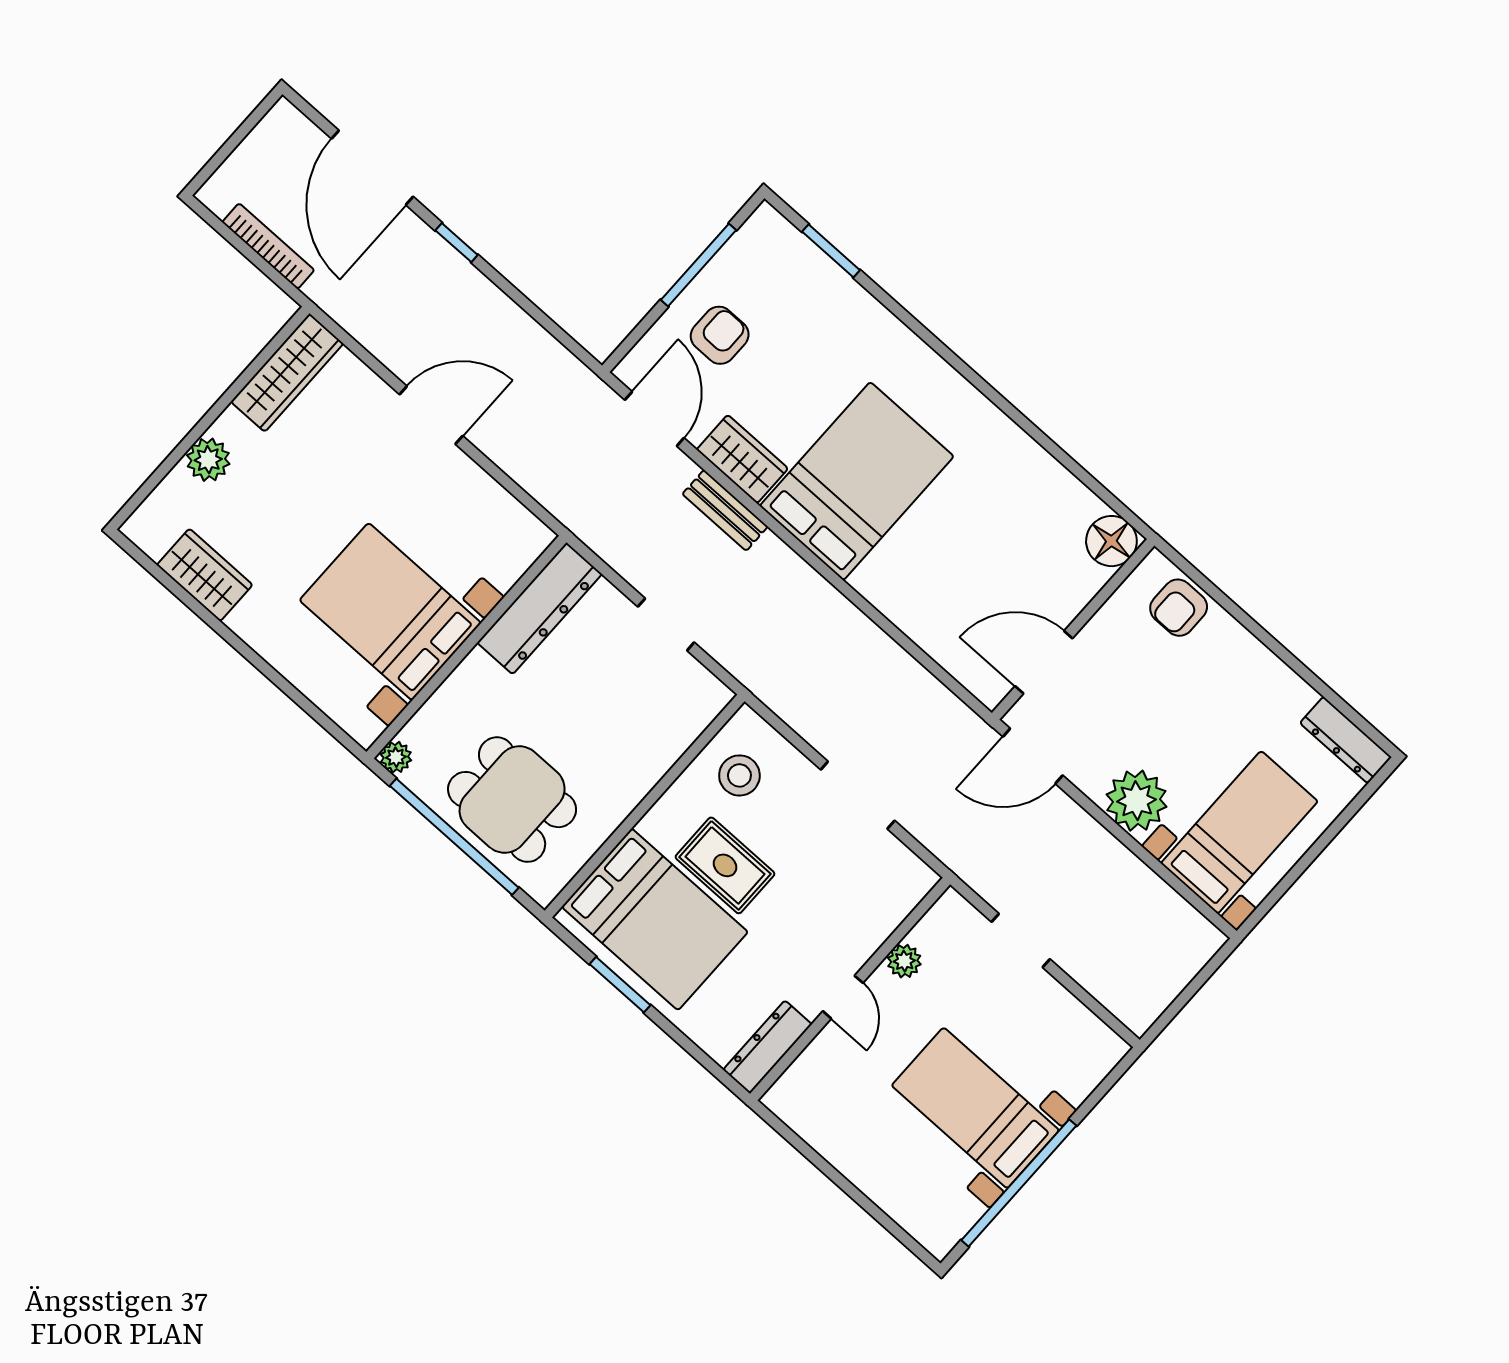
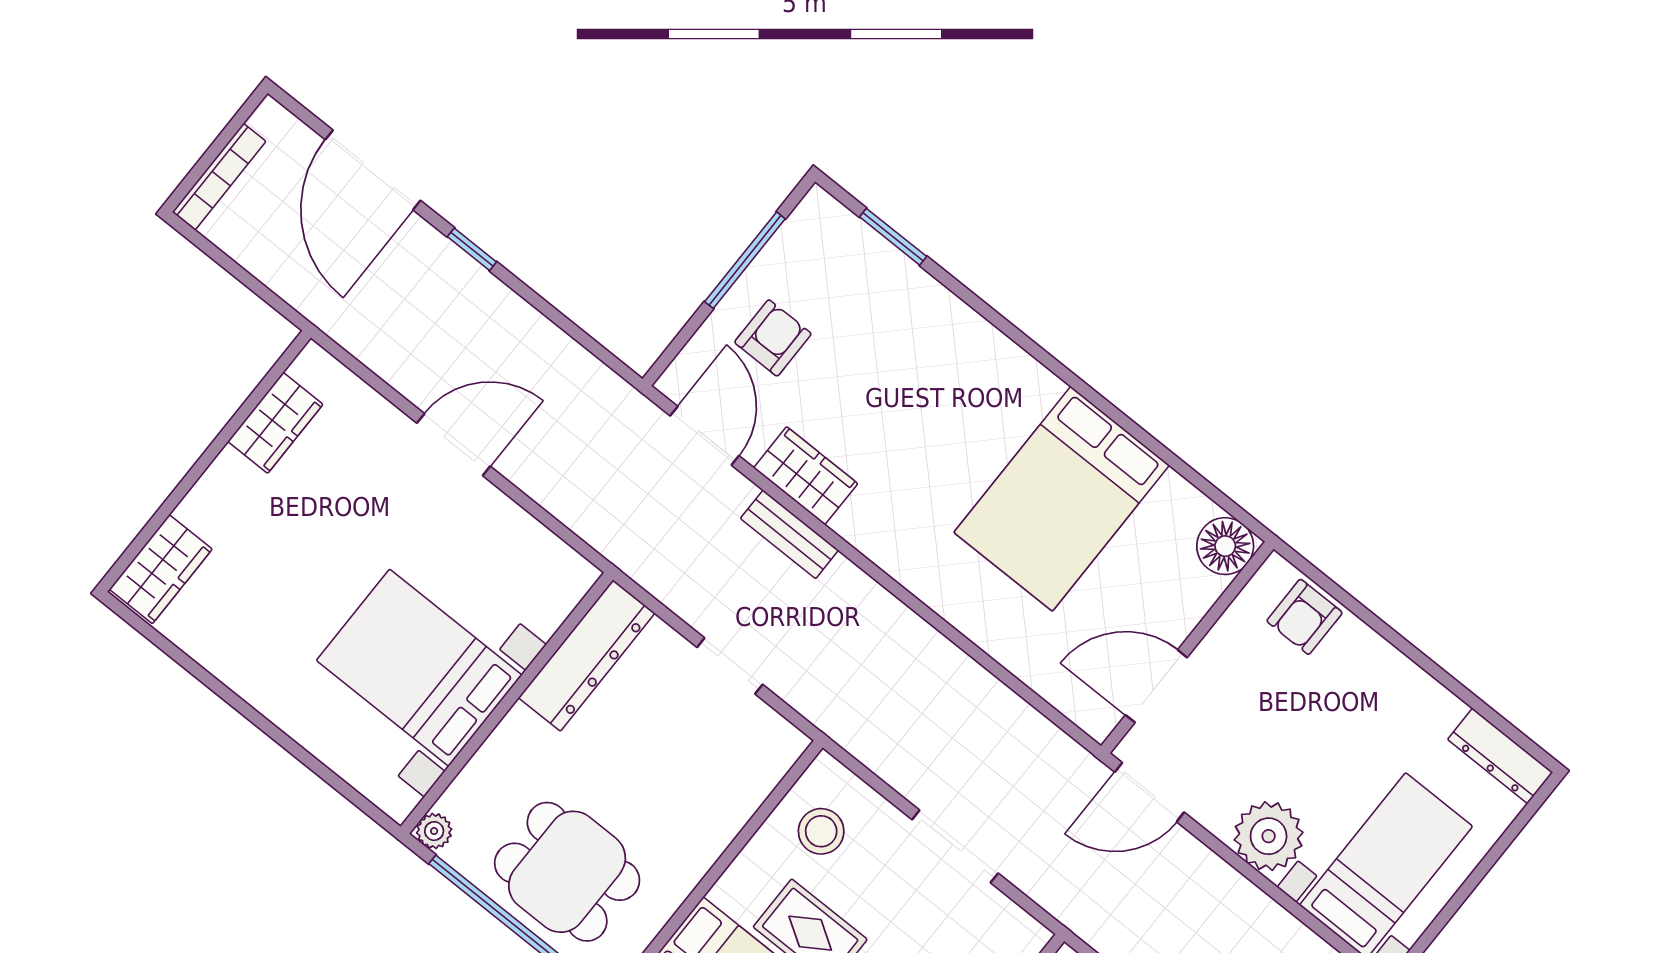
bookcase: (268, 246) -> (219, 177), moved, turned 90
wardrobe: (287, 373) -> (275, 423), width x0.67
plant: (208, 460) -> (206, 508), removed
bed: (857, 481) -> (1062, 499), moved, turned 180
wardrobe: (205, 575) -> (161, 569), moved, turned 90

